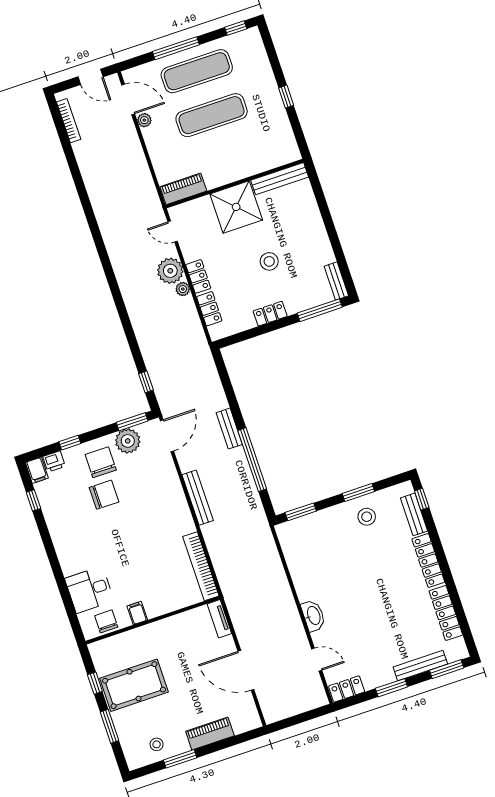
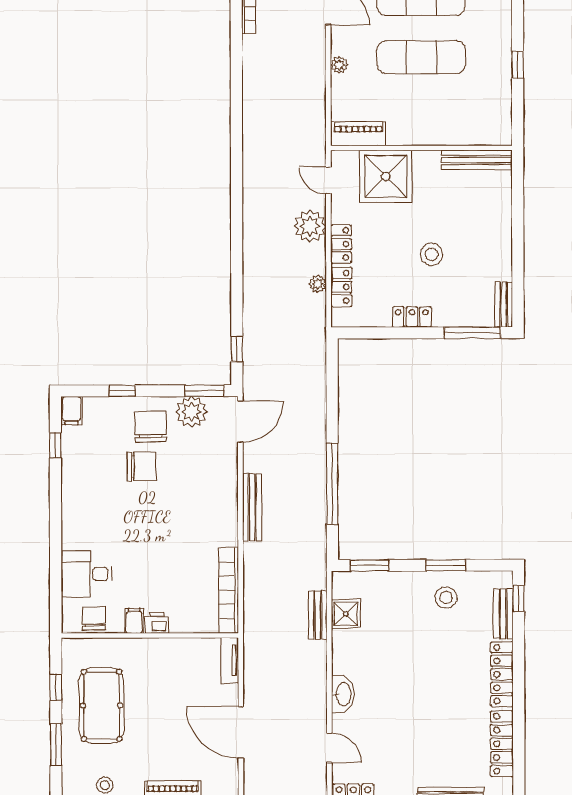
plant: (144, 120) -> (339, 65), moved
shower: (236, 207) -> (386, 176), moved
plant: (183, 289) -> (318, 284), moved
bench: (229, 429) -> (318, 615), moved
printer: (54, 461) -> (157, 623), moved, turned 180
shower: (295, 554) -> (346, 614), added
pool table: (134, 685) -> (102, 705), turned 90

